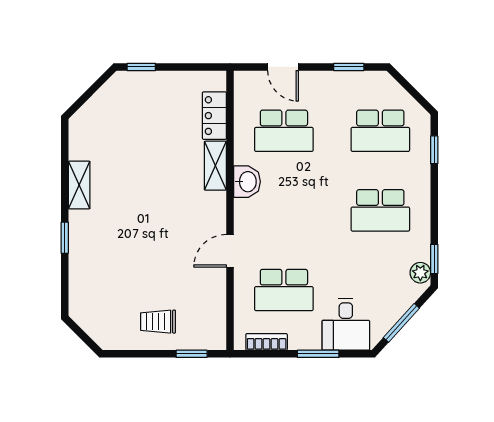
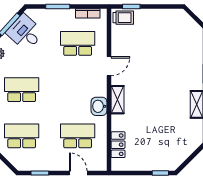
shelving: (215, 166) -> (117, 100), moved
trolley: (158, 322) -> (123, 18), moved
desk: (346, 324) -> (25, 33), moved, turned -48

